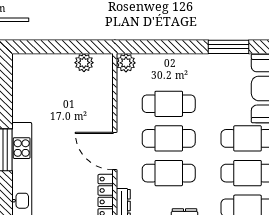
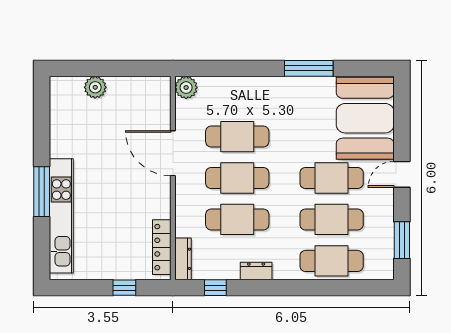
plant: (84, 63) -> (95, 87), moved
door: (115, 151) -> (173, 153), moved

